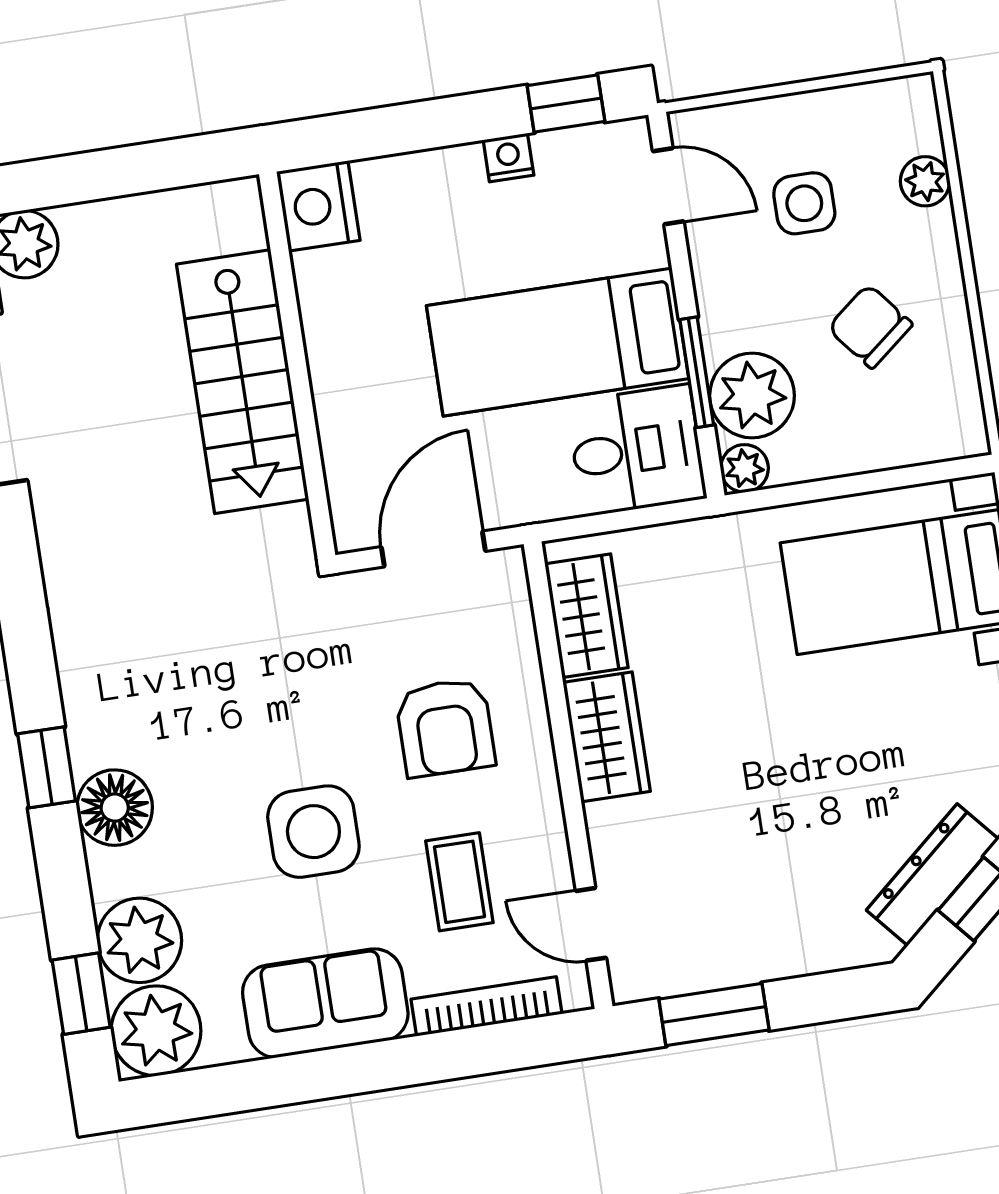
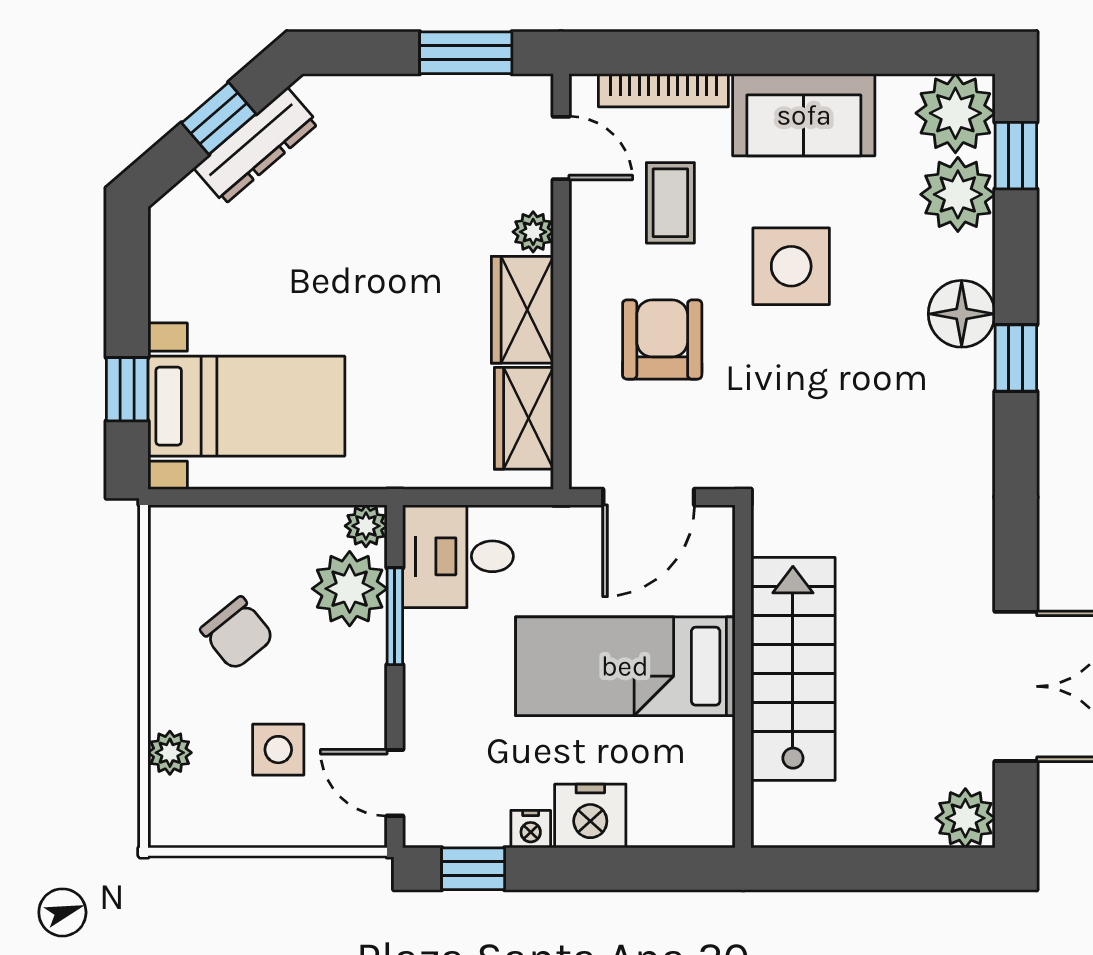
nightstand: (318, 206) -> (590, 816), moved, turned 90
bed: (558, 342) -> (625, 666), moved, turned 180
plant: (608, 826) -> (533, 232), added

